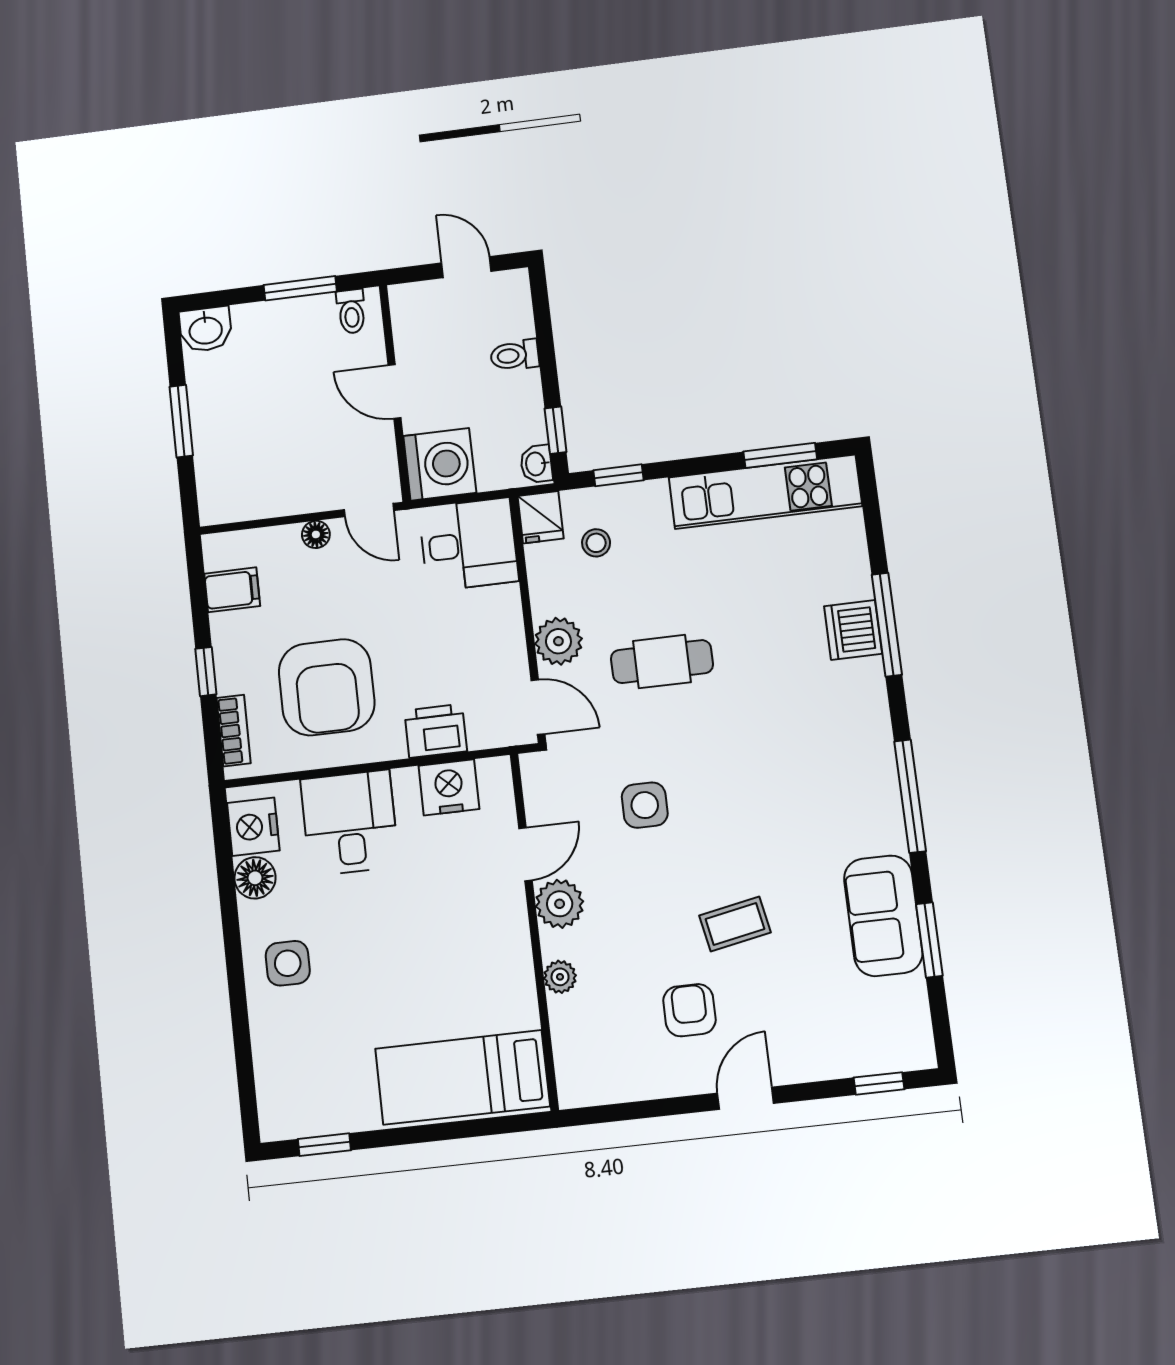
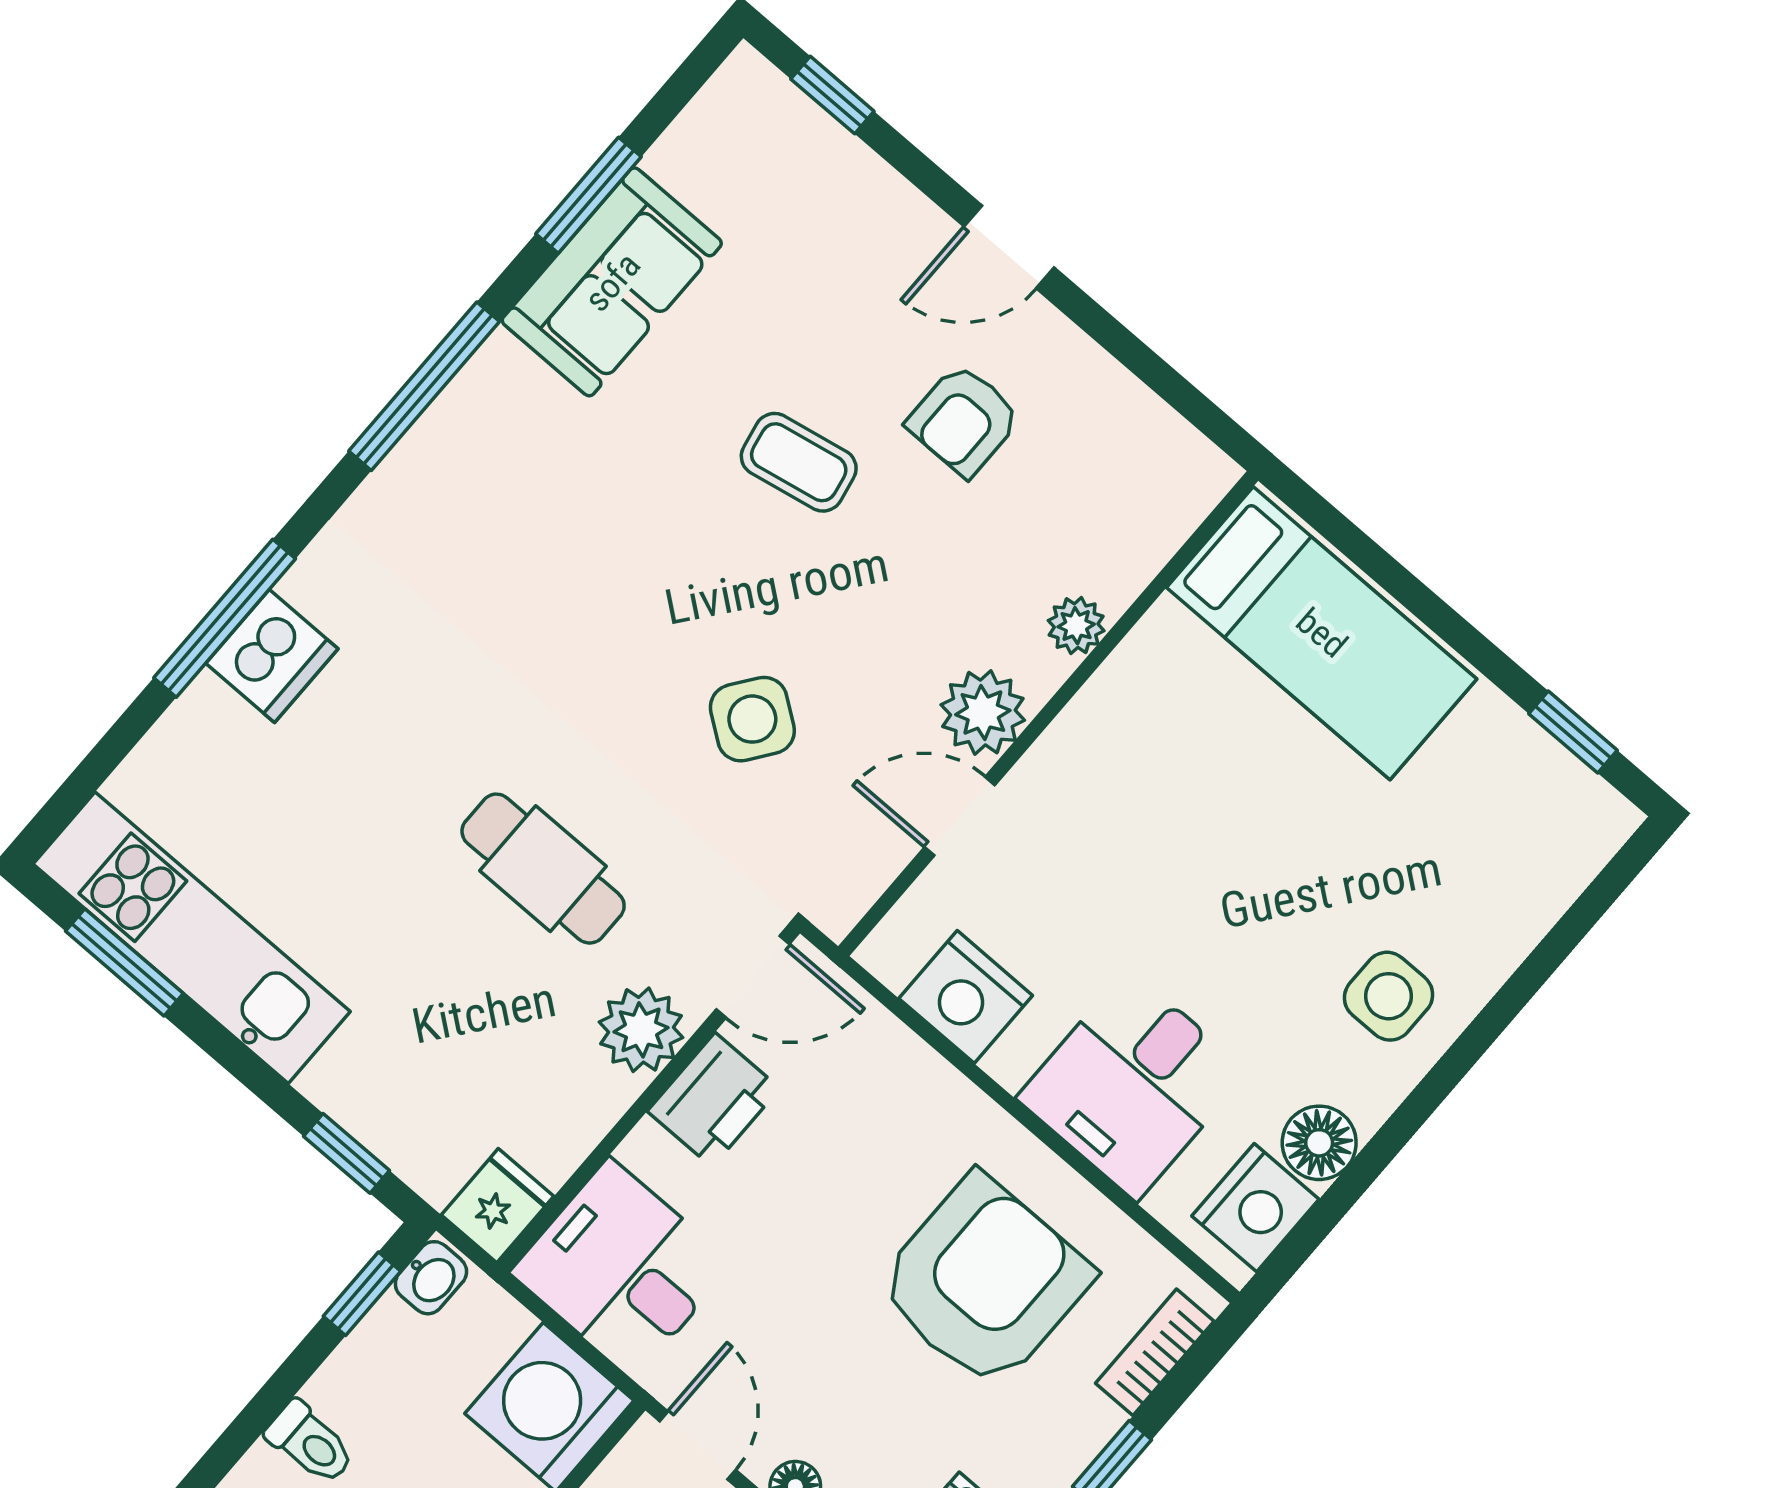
stool: (596, 543) -> (464, 1100), removed
door: (538, 707) -> (753, 977), swing flipped
printer: (436, 731) -> (714, 1100), moved, turned -90
side table: (645, 805) -> (752, 719), turned 36

